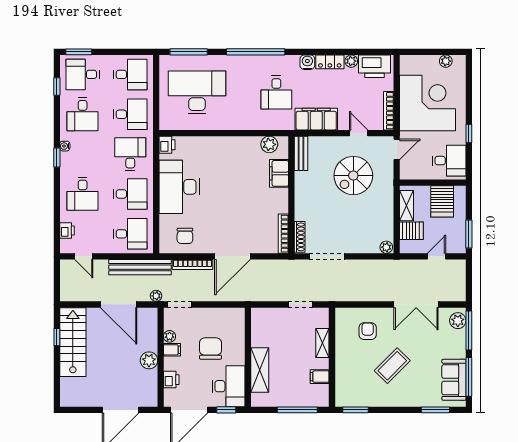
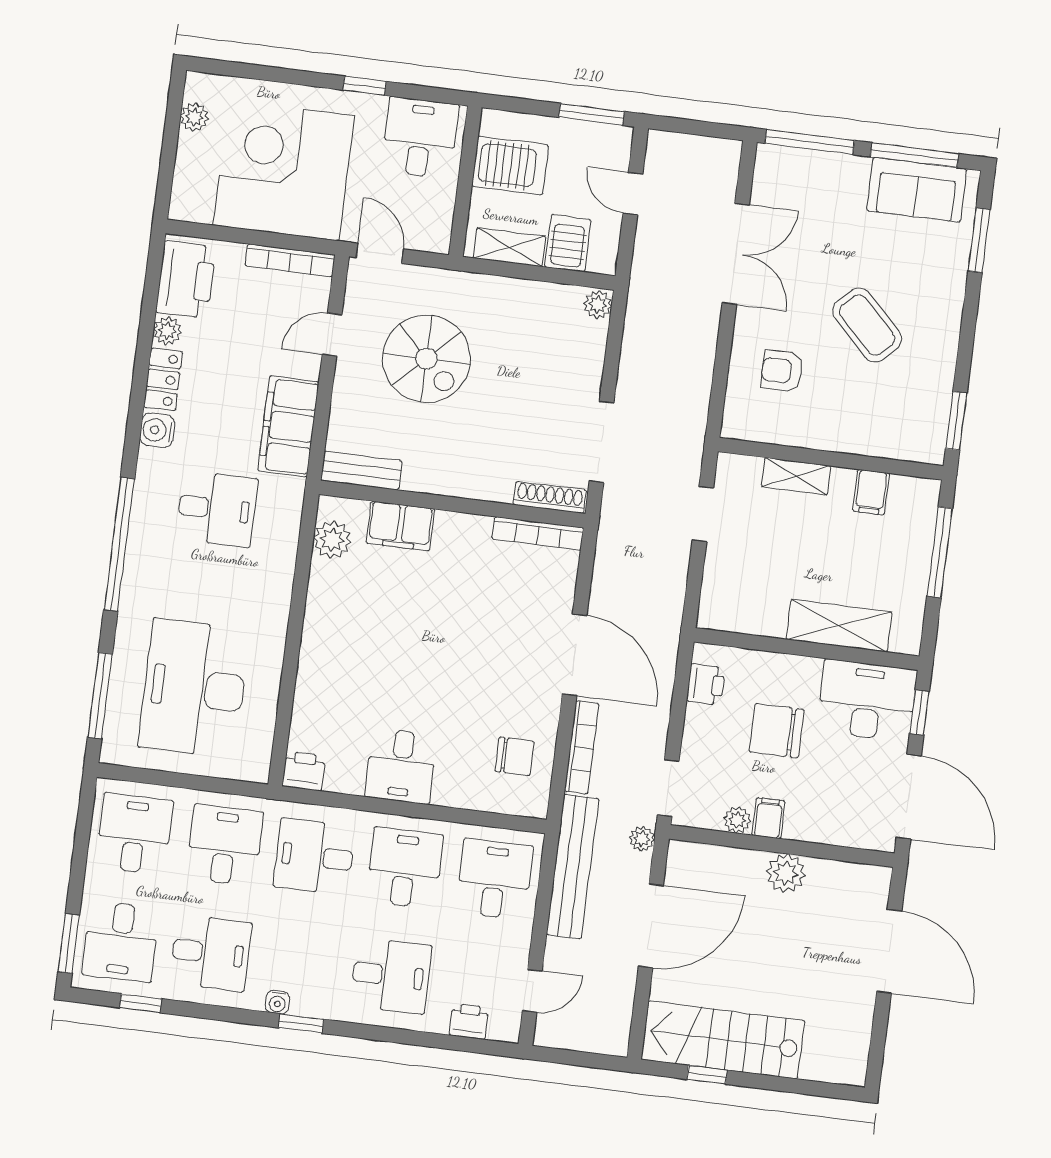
desk: (179, 187) -> (401, 766), width x0.53, depth x0.77
plant: (458, 321) -> (784, 164), removed
printer: (171, 380) -> (706, 684), moved, turned 90

